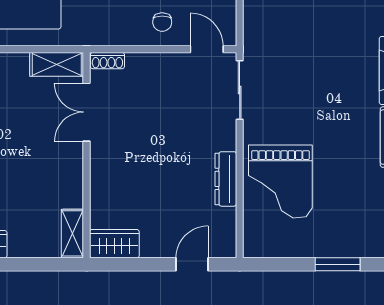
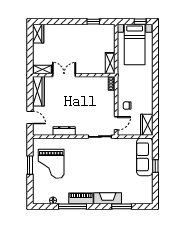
double door: (87, 112) -> (64, 75), moved
grand piano: (280, 182) -> (51, 164), moved, turned -90
wardrobe: (114, 244) -> (38, 91), width x1.50
window: (338, 264) -> (30, 165), moved

